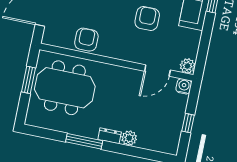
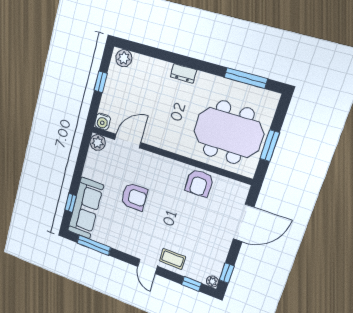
armchair: (147, 18) -> (134, 197), turned -90
plant: (129, 138) -> (124, 58), moved
window: (84, 141) -> (246, 78), moved

